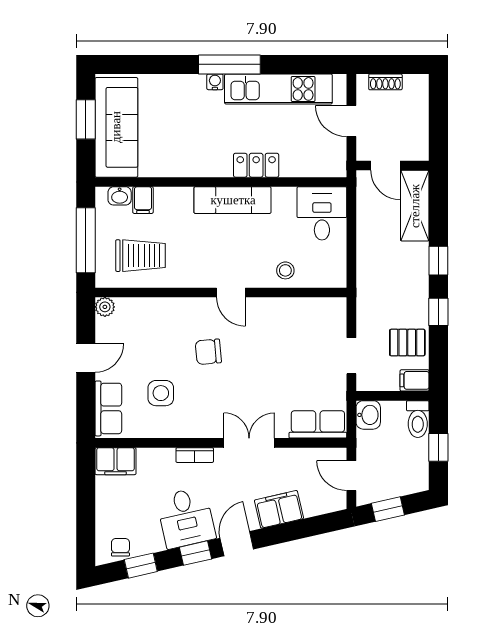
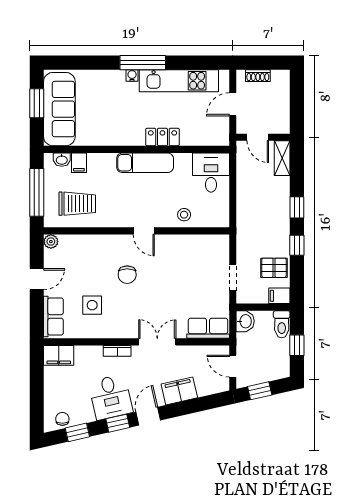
door: (351, 121) -> (233, 104), hinge flipped
shelving: (415, 206) -> (282, 158), width x0.67, depth x0.75
chair: (208, 352) -> (127, 275), turned -85

